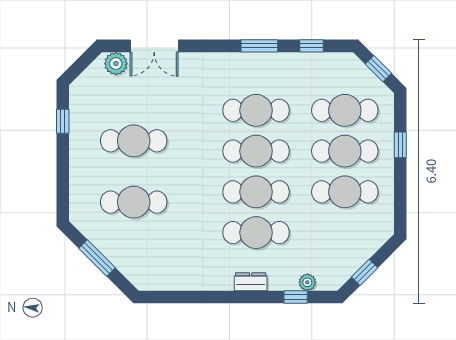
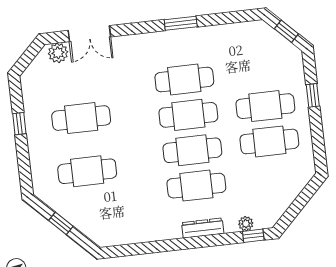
window: (312, 46) -> (226, 18), removed
cafe table: (345, 110) -> (261, 71), removed
window: (63, 121) -> (19, 124), moved
window: (97, 258) -> (61, 223), width x0.67
window: (365, 272) -> (294, 209), removed
dresser: (251, 282) -> (203, 228), width x1.44
window: (296, 297) -> (253, 236), moved

